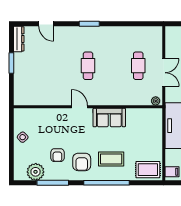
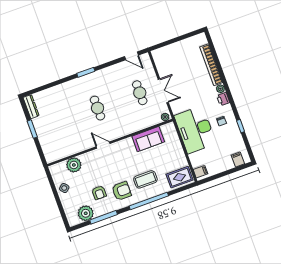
door: (46, 24) -> (132, 56), moved
plant: (41, 116) -> (74, 165), added
sofa: (109, 118) -> (148, 139), moved
armchair: (82, 162) -> (122, 191), turned -90

